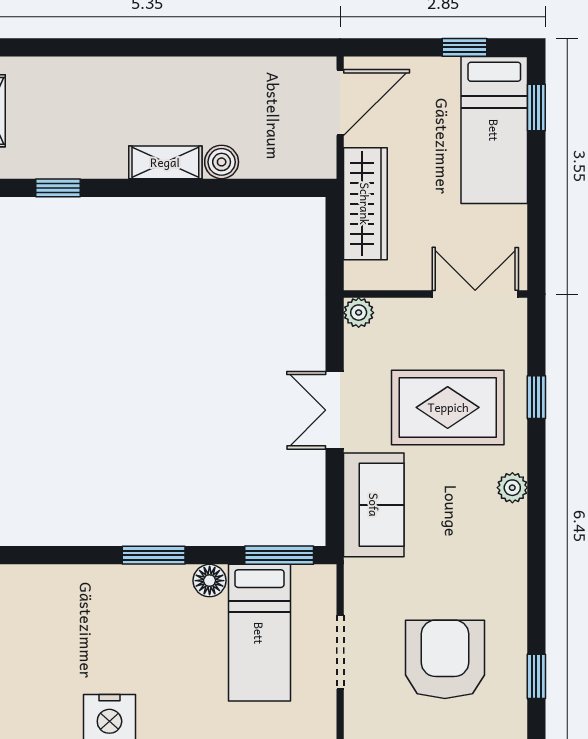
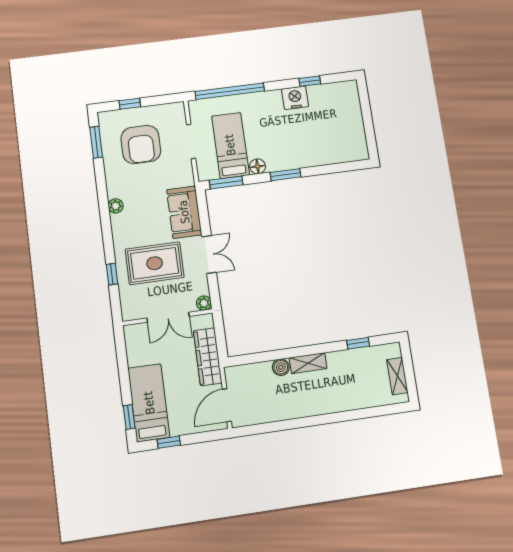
double door: (475, 294) -> (168, 317), moved
plant: (512, 488) -> (116, 206), moved
window: (536, 676) -> (96, 142), width x1.50

